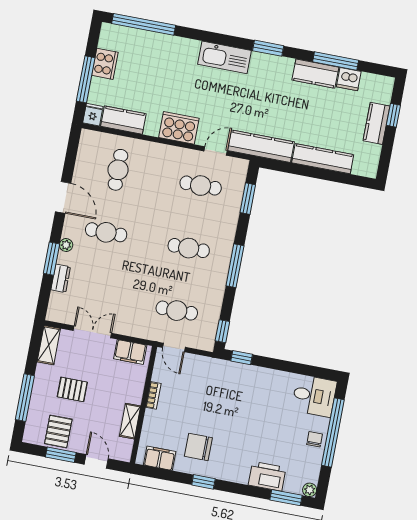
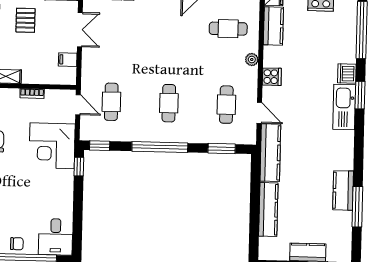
window: (268, 48) -> (360, 95), moved
dishwasher: (349, 79) -> (347, 74), moved
cooker: (179, 128) -> (272, 77), width x0.53, depth x0.76
plant: (156, 150) -> (252, 59), added
cafe table: (106, 232) -> (171, 27), removed
window: (235, 266) -> (160, 147), width x1.46
door: (174, 347) -> (78, 105), swing flipped
filing cabinet: (130, 352) -> (68, 60), width x0.50
corner desk: (214, 383) -> (52, 146), added

